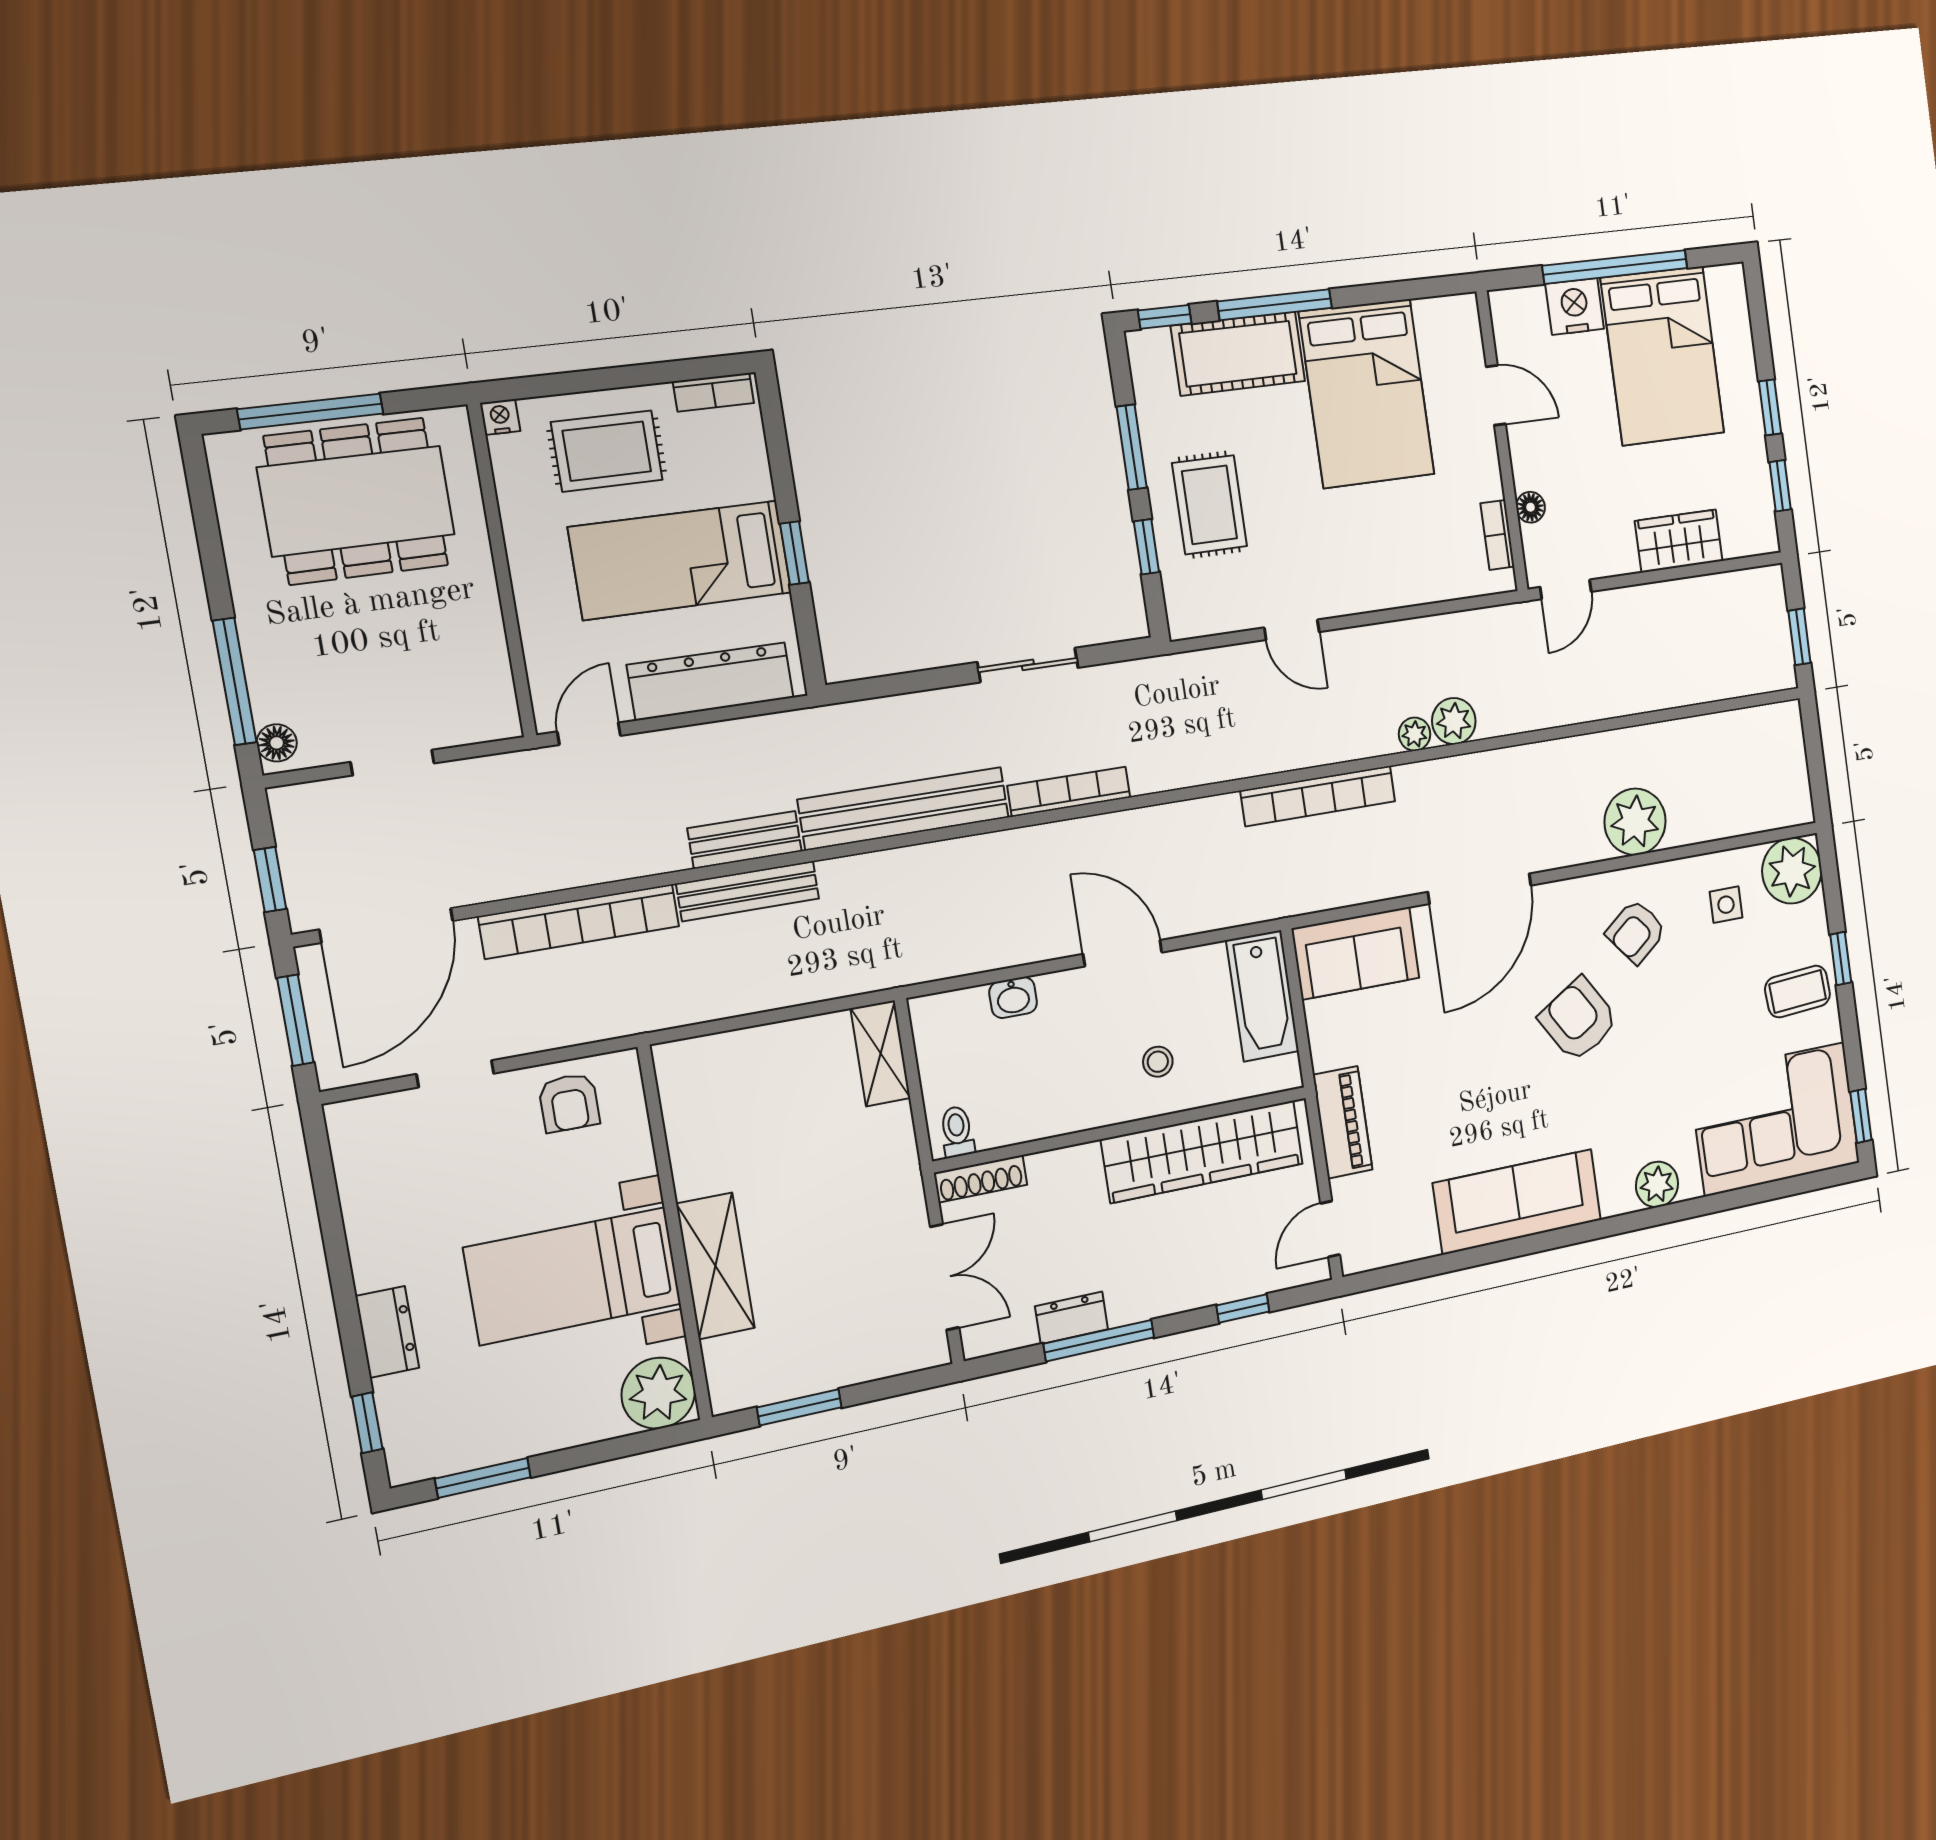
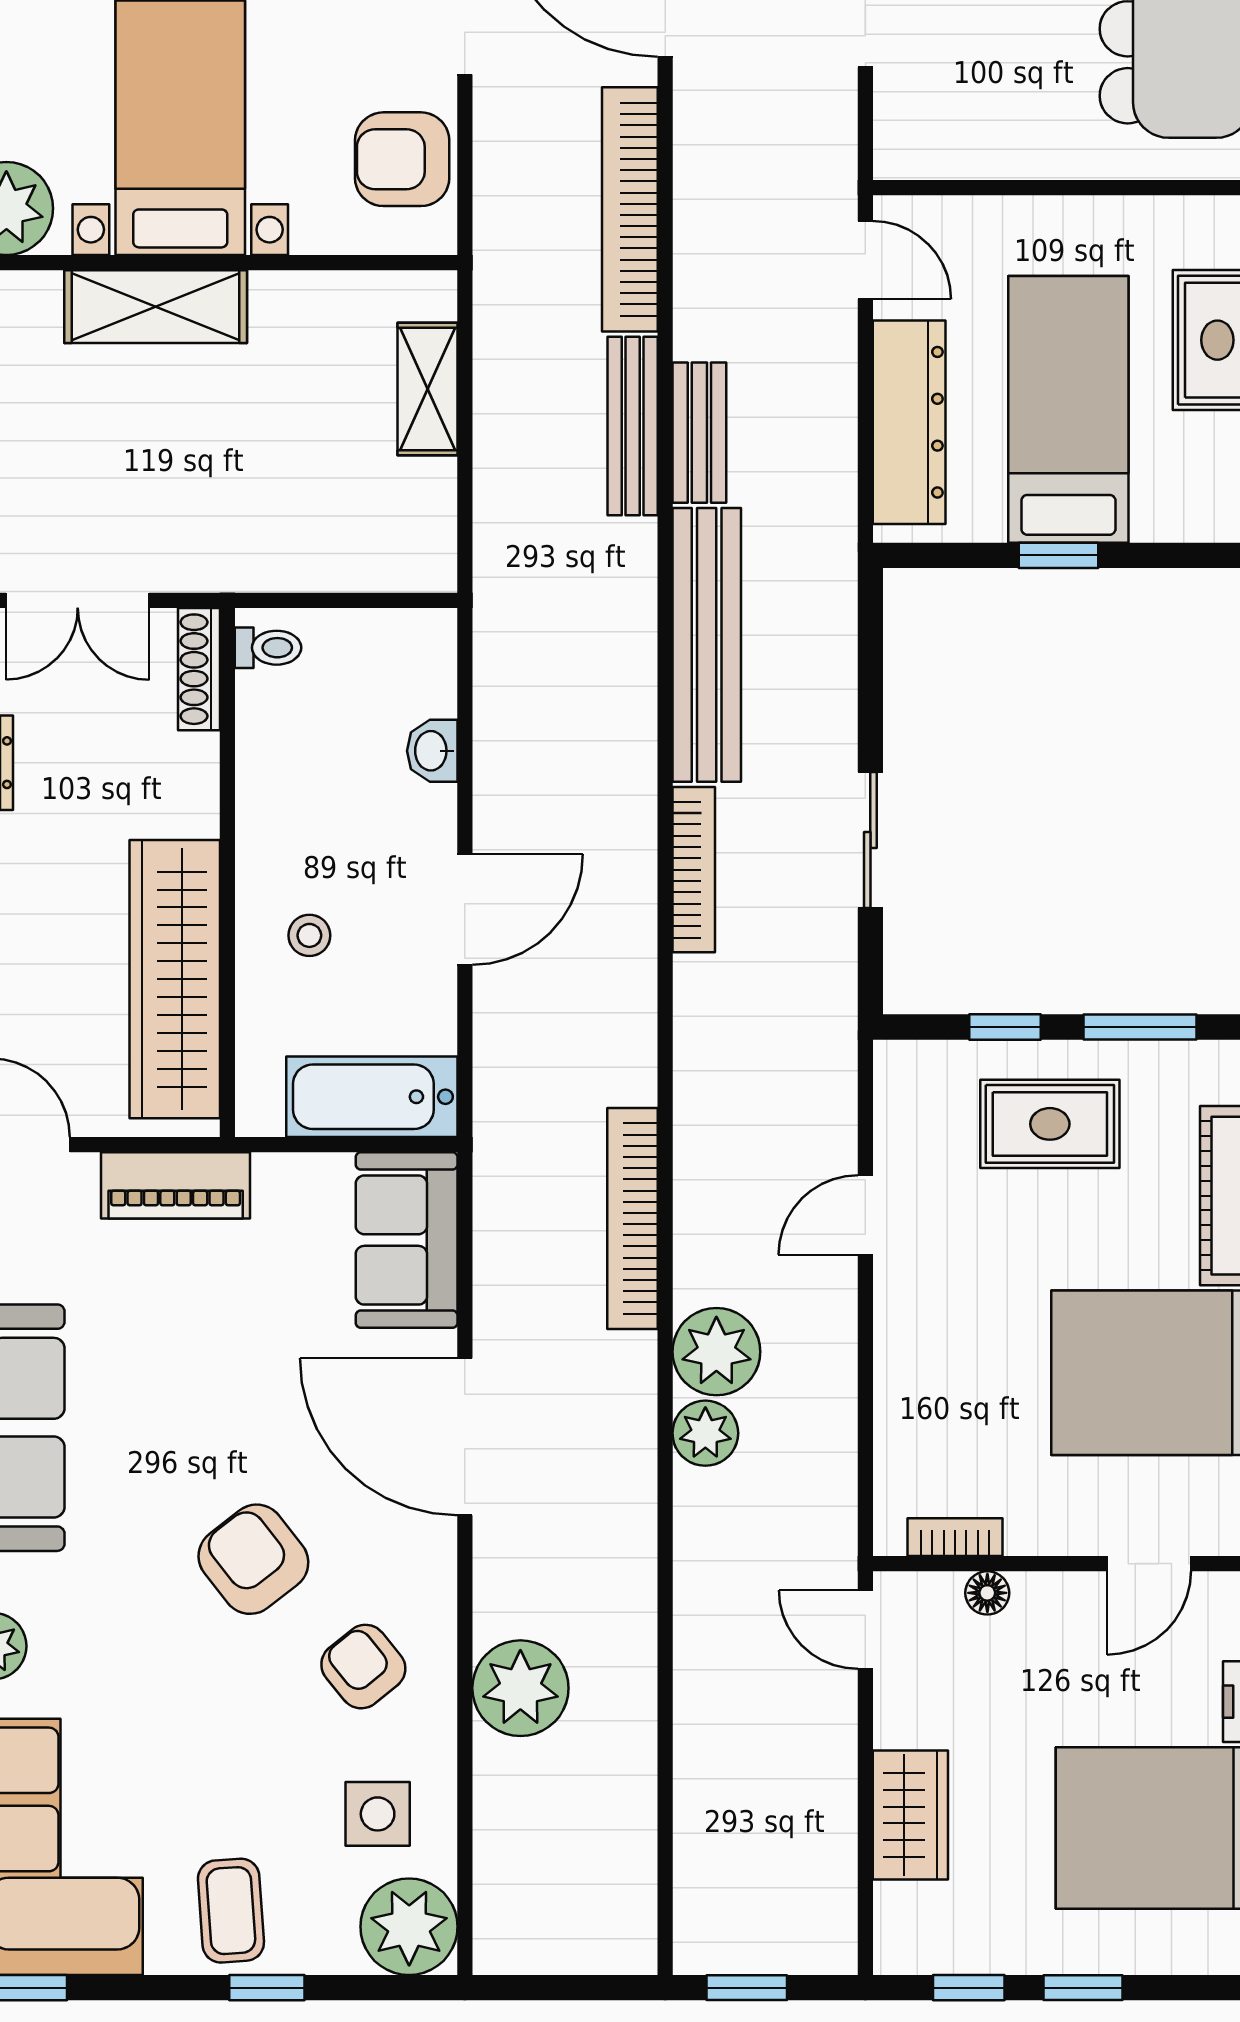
plant: (1415, 734) -> (716, 1352), width x1.87, depth x1.87
side table: (1726, 905) -> (378, 1814), width x1.37, depth x1.37
armchair: (1578, 1020) -> (253, 1559), turned -96
shelving: (880, 1053) -> (428, 389), moved, turned 90
armchair: (569, 1103) -> (402, 159), width x1.38, depth x1.38

